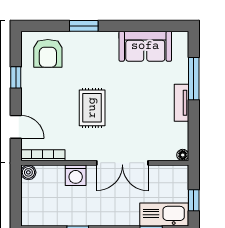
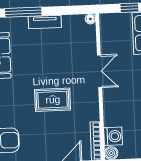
double door: (122, 163) -> (100, 71), width x0.73
washing machine: (76, 175) -> (113, 136), moved

